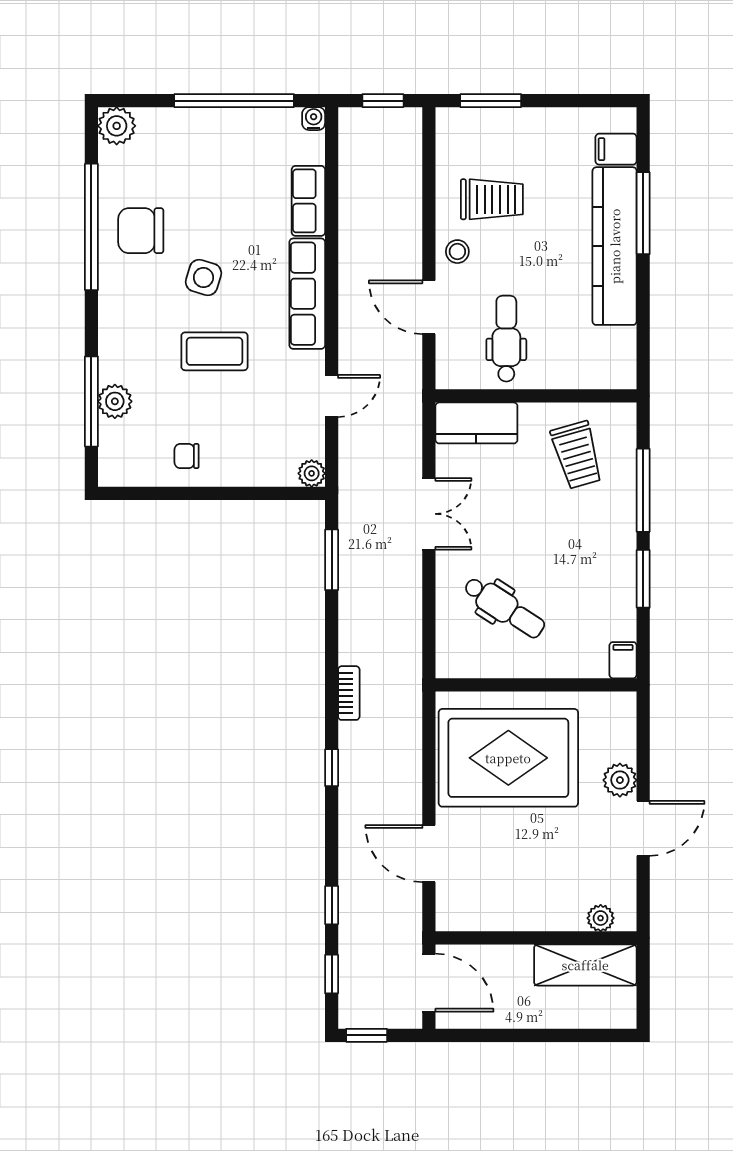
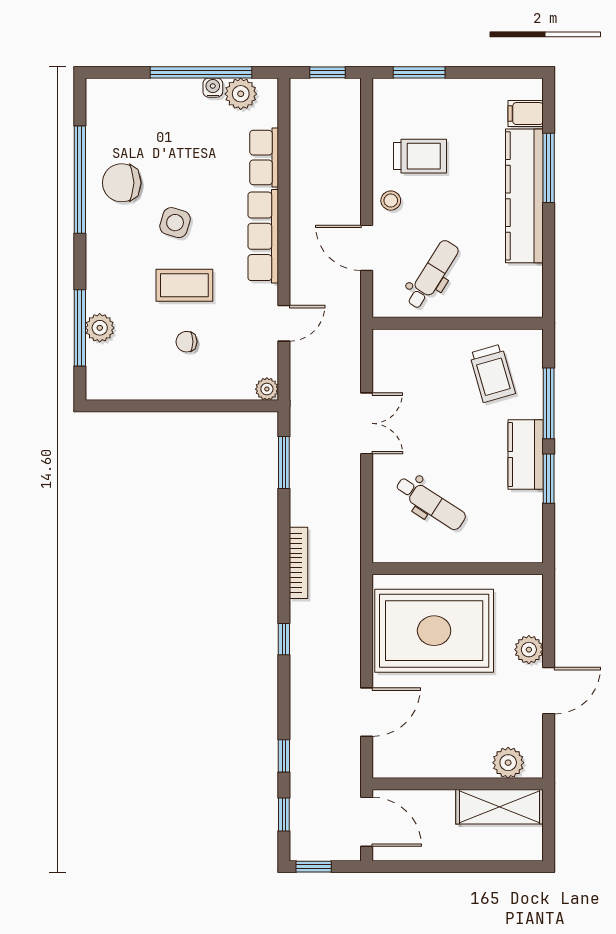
water cooler: (314, 119) -> (213, 88), moved
plant: (117, 126) -> (241, 94), moved
dental chair: (506, 339) -> (432, 275), turned 32
kitchen counter: (476, 423) -> (526, 455), moved, turned 90
chair: (187, 456) -> (187, 342), moved
filing cabinet: (623, 660) -> (532, 548), removed
bookcase: (349, 693) -> (299, 563), width x1.56
door: (429, 854) -> (367, 712), swing flipped
plant: (601, 918) -> (508, 763), width x1.38, depth x1.38

